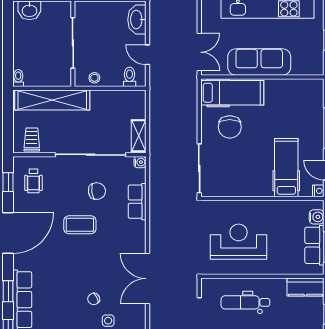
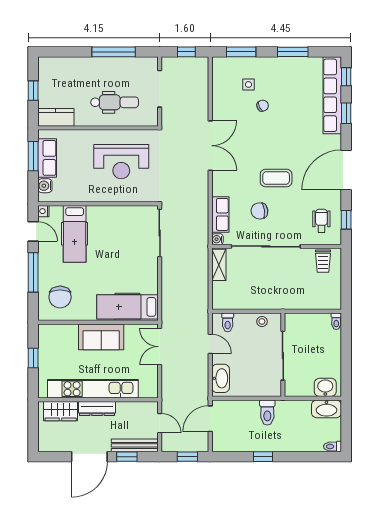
sofa: (259, 62) -> (101, 337), width x0.73
shelving: (52, 100) -> (303, 300), removed
chair: (230, 127) -> (60, 297), moved, turned 180
row of seats: (137, 202) -> (220, 214), moved
double door: (147, 279) -> (210, 146), moved

